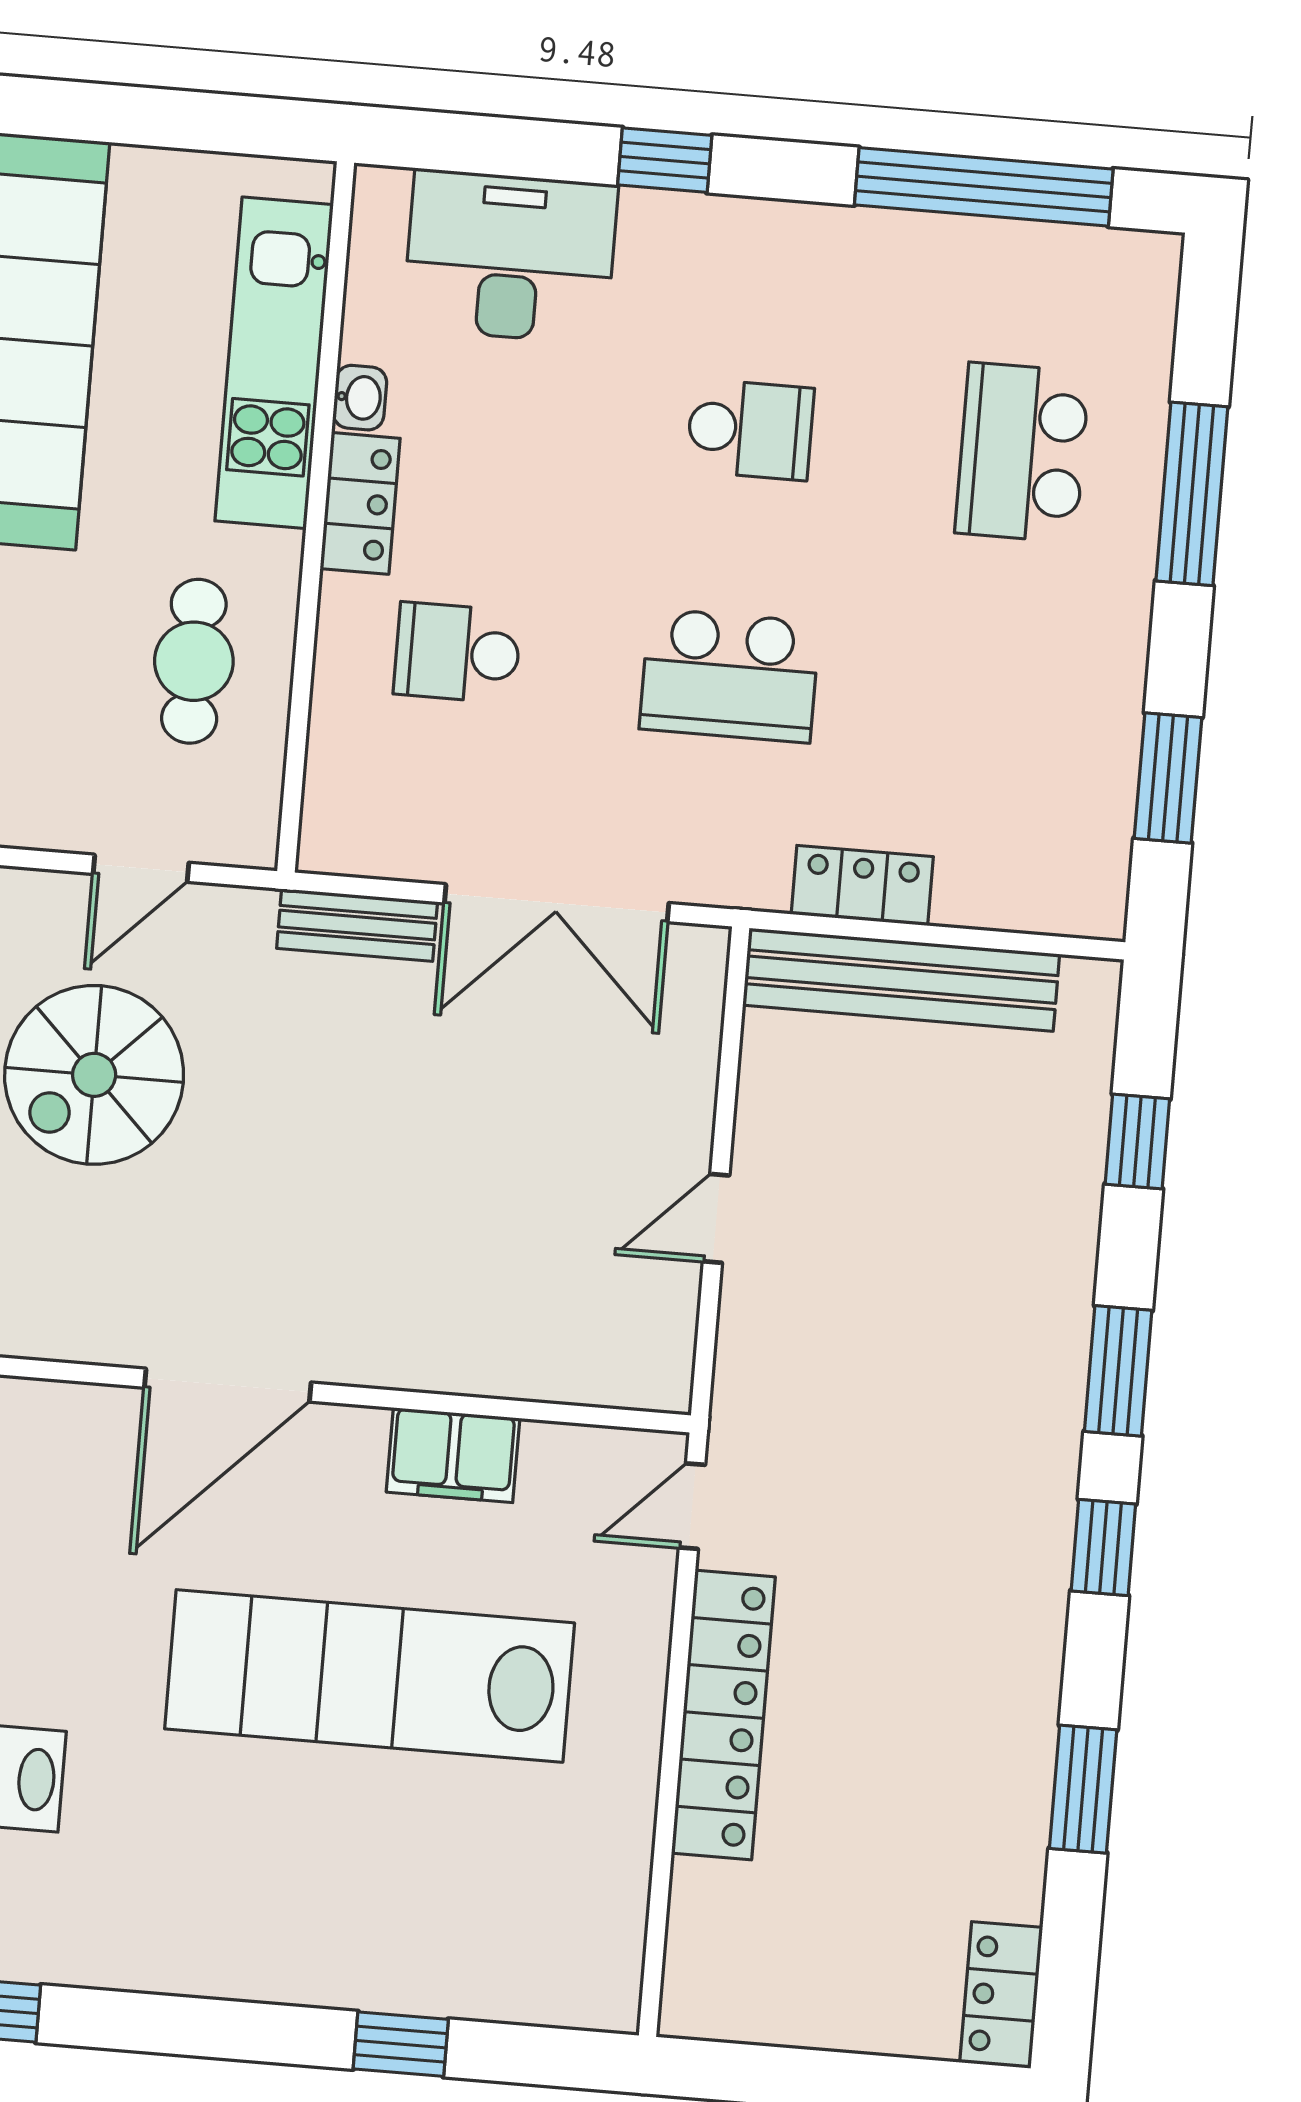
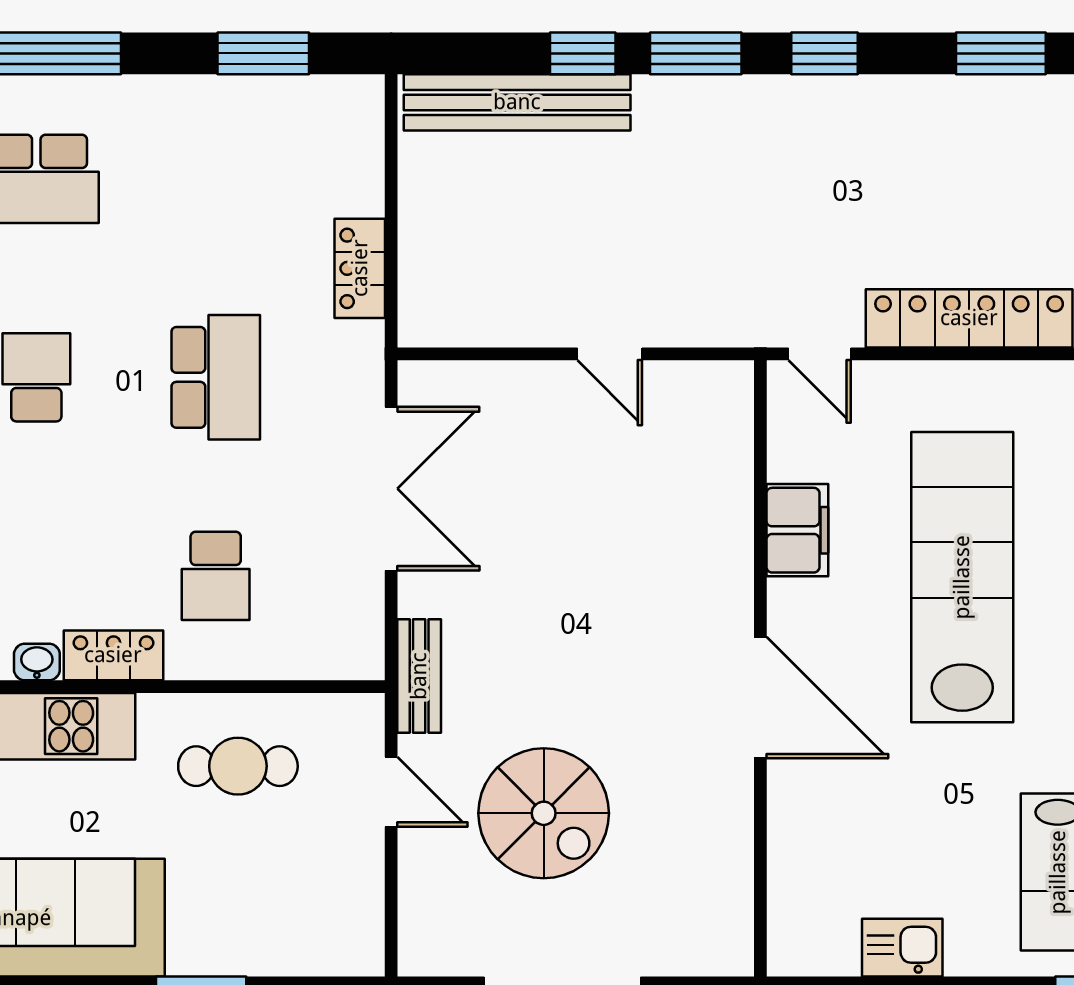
bench: (357, 925) -> (419, 676), moved
bench: (901, 980) -> (517, 102), moved, turned 90
window: (1137, 1142) -> (583, 53), moved
lab bench: (370, 1676) -> (962, 577), turned 180

